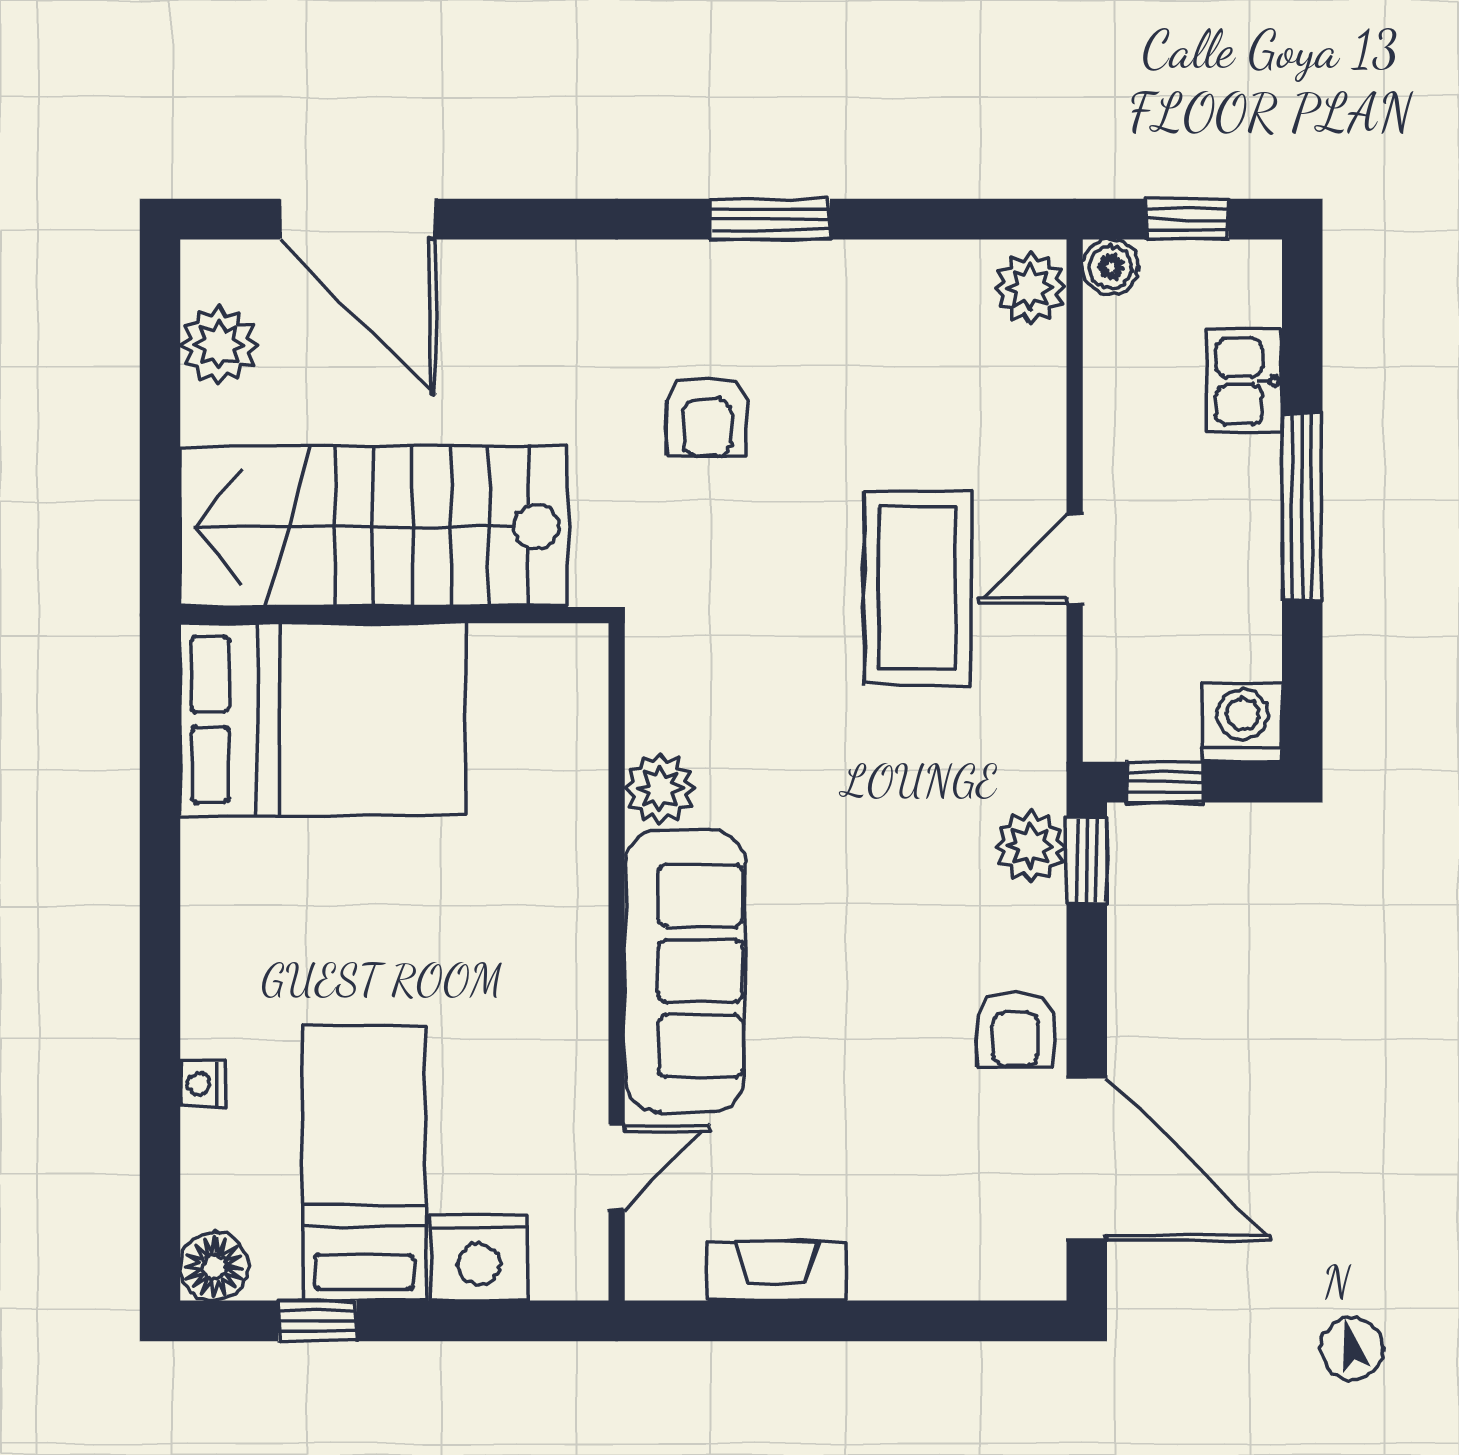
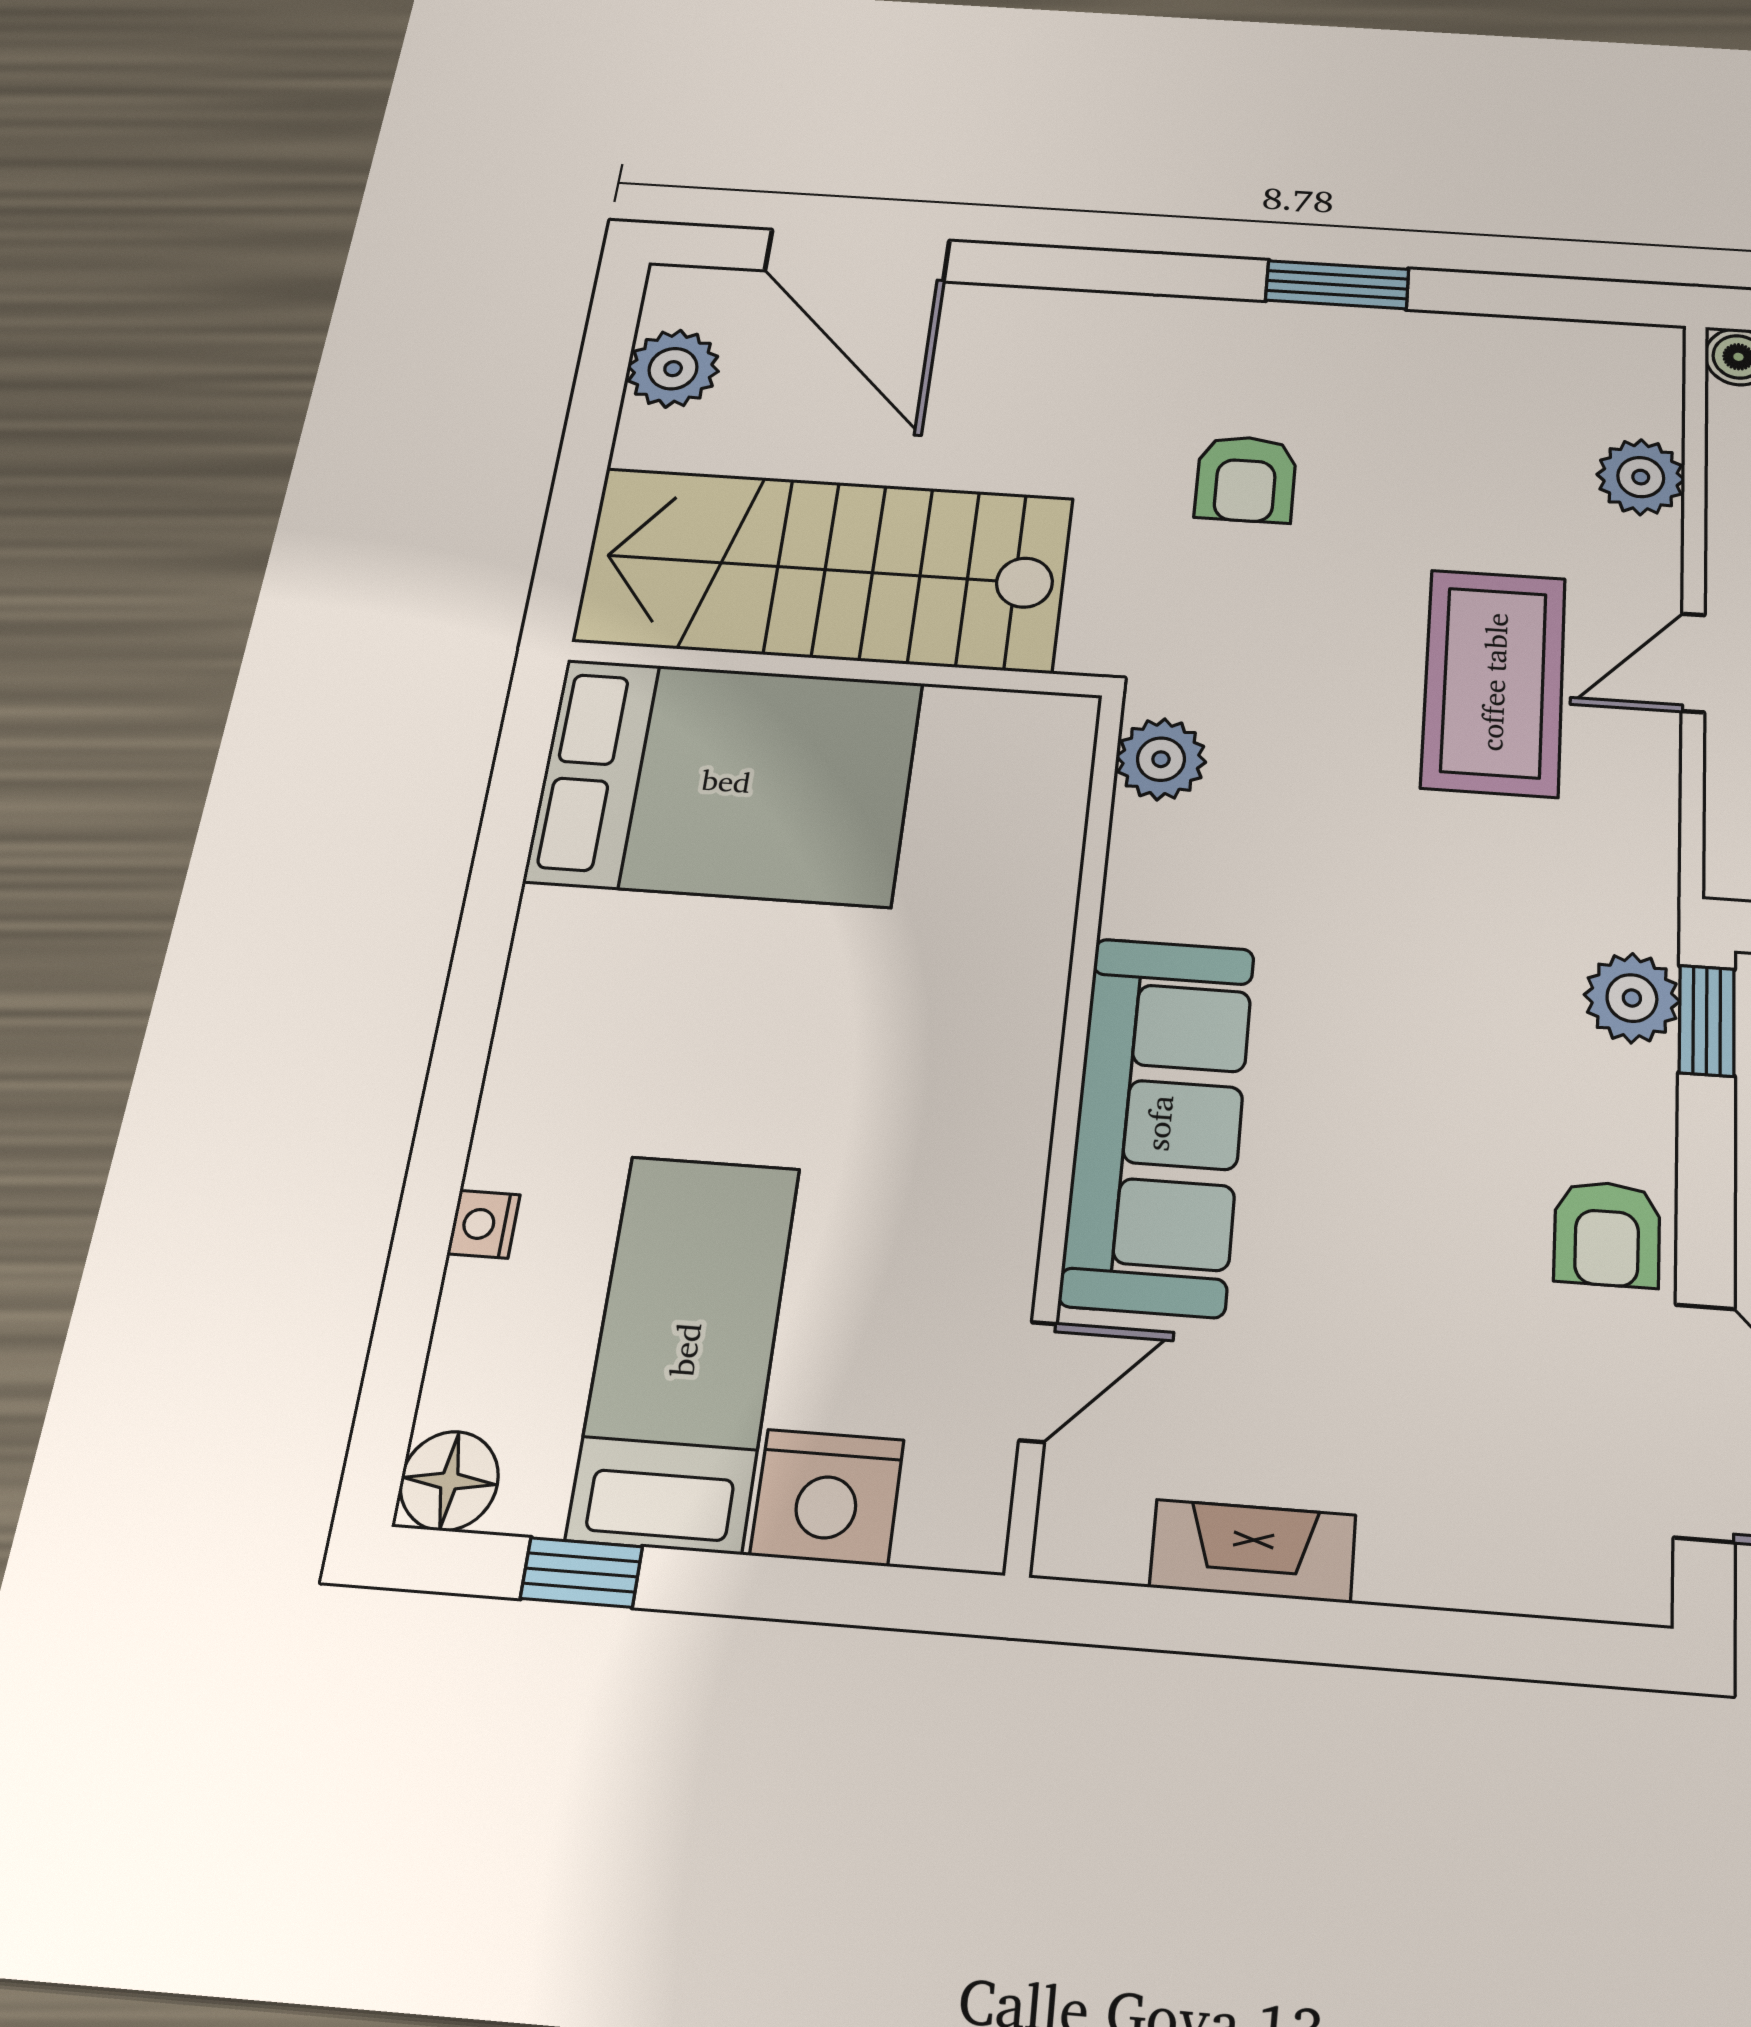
plant: (1030, 288) -> (1641, 477), moved
plant: (660, 789) -> (1161, 759), moved

